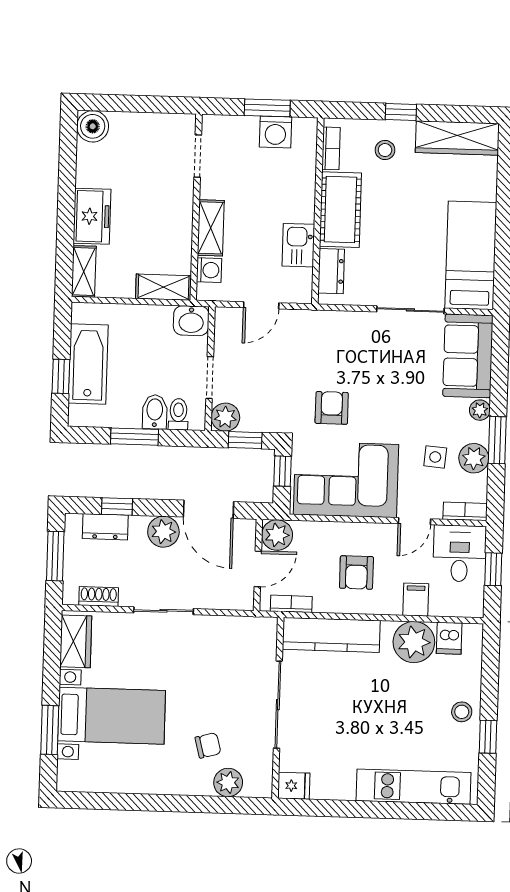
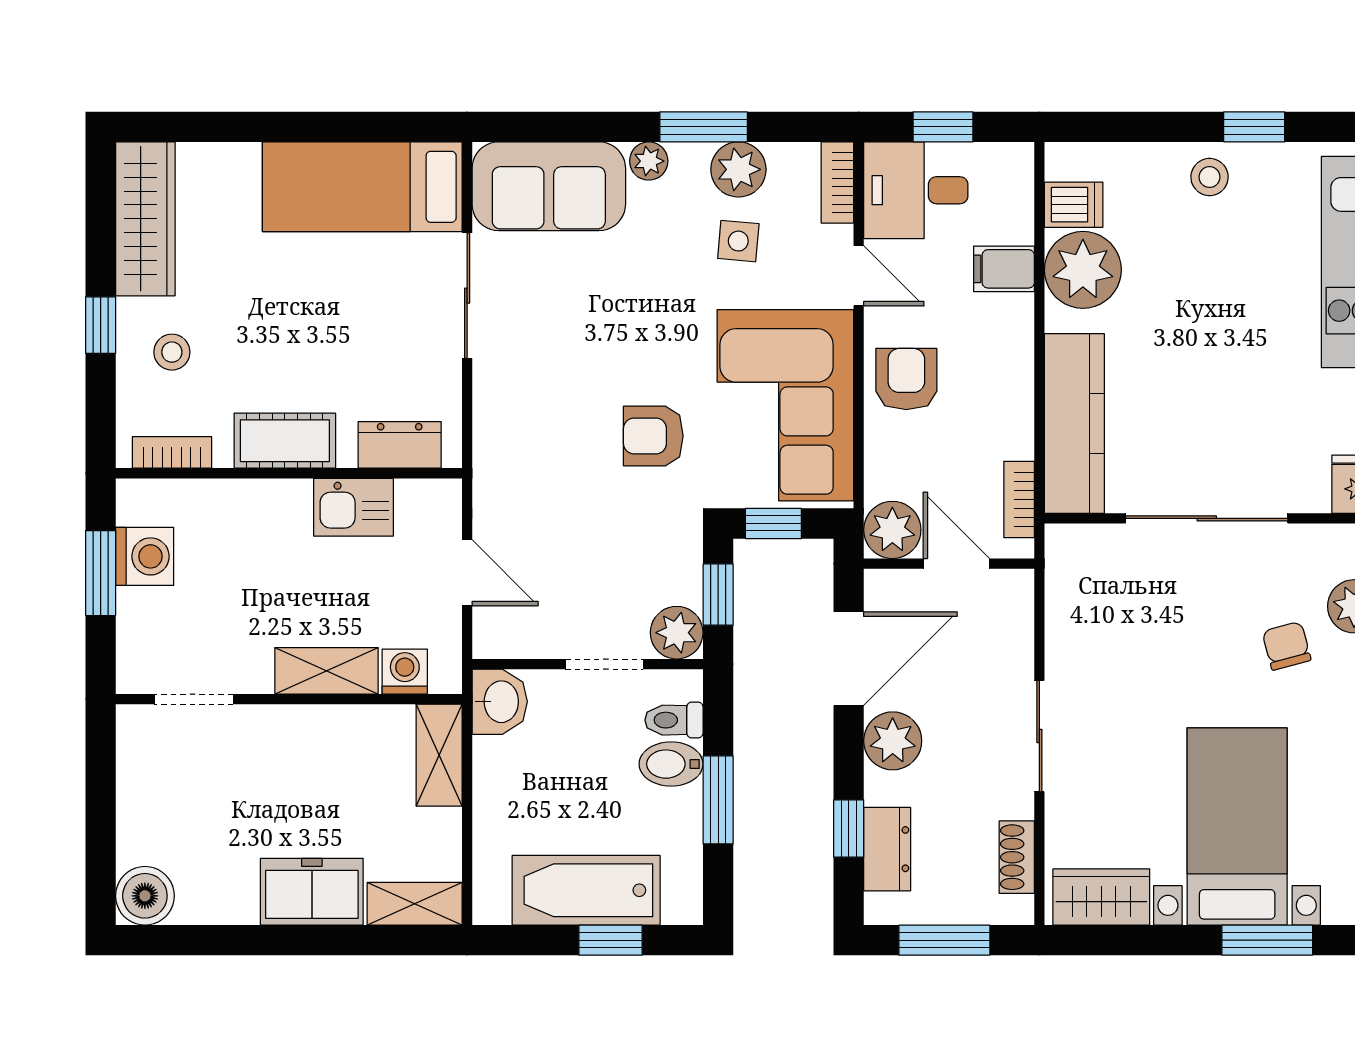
cot: (340, 210) -> (285, 441), width x0.73, depth x0.75
armchair: (356, 572) -> (906, 379), moved, turned -90

